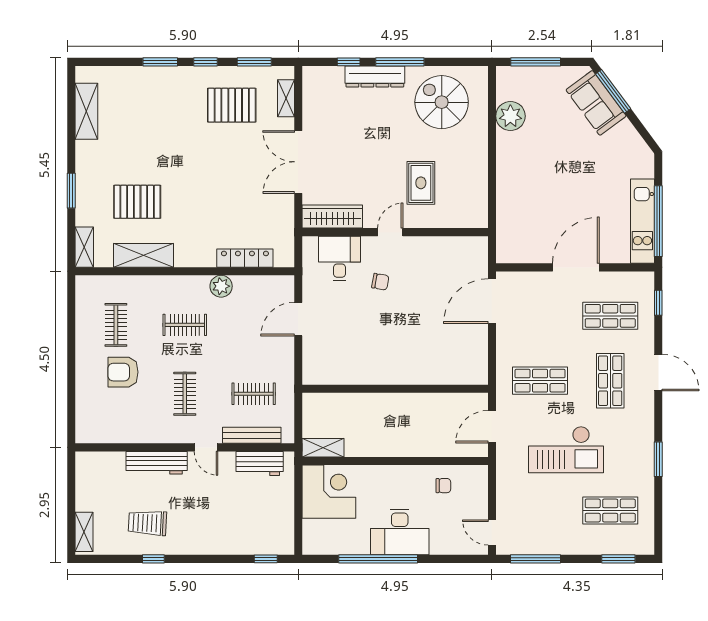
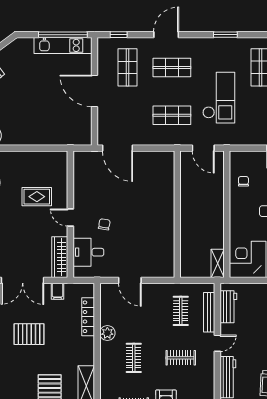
pallet: (219, 172) -> (29, 334), added
filing cabinet: (282, 213) -> (57, 291), added
shop shelf: (540, 381) -> (172, 115), turned 90

